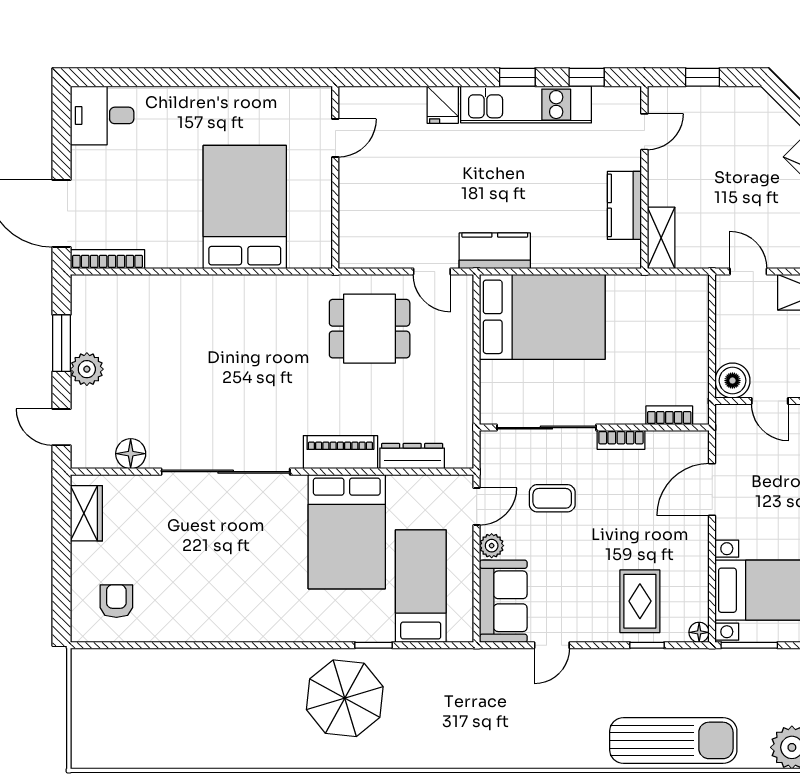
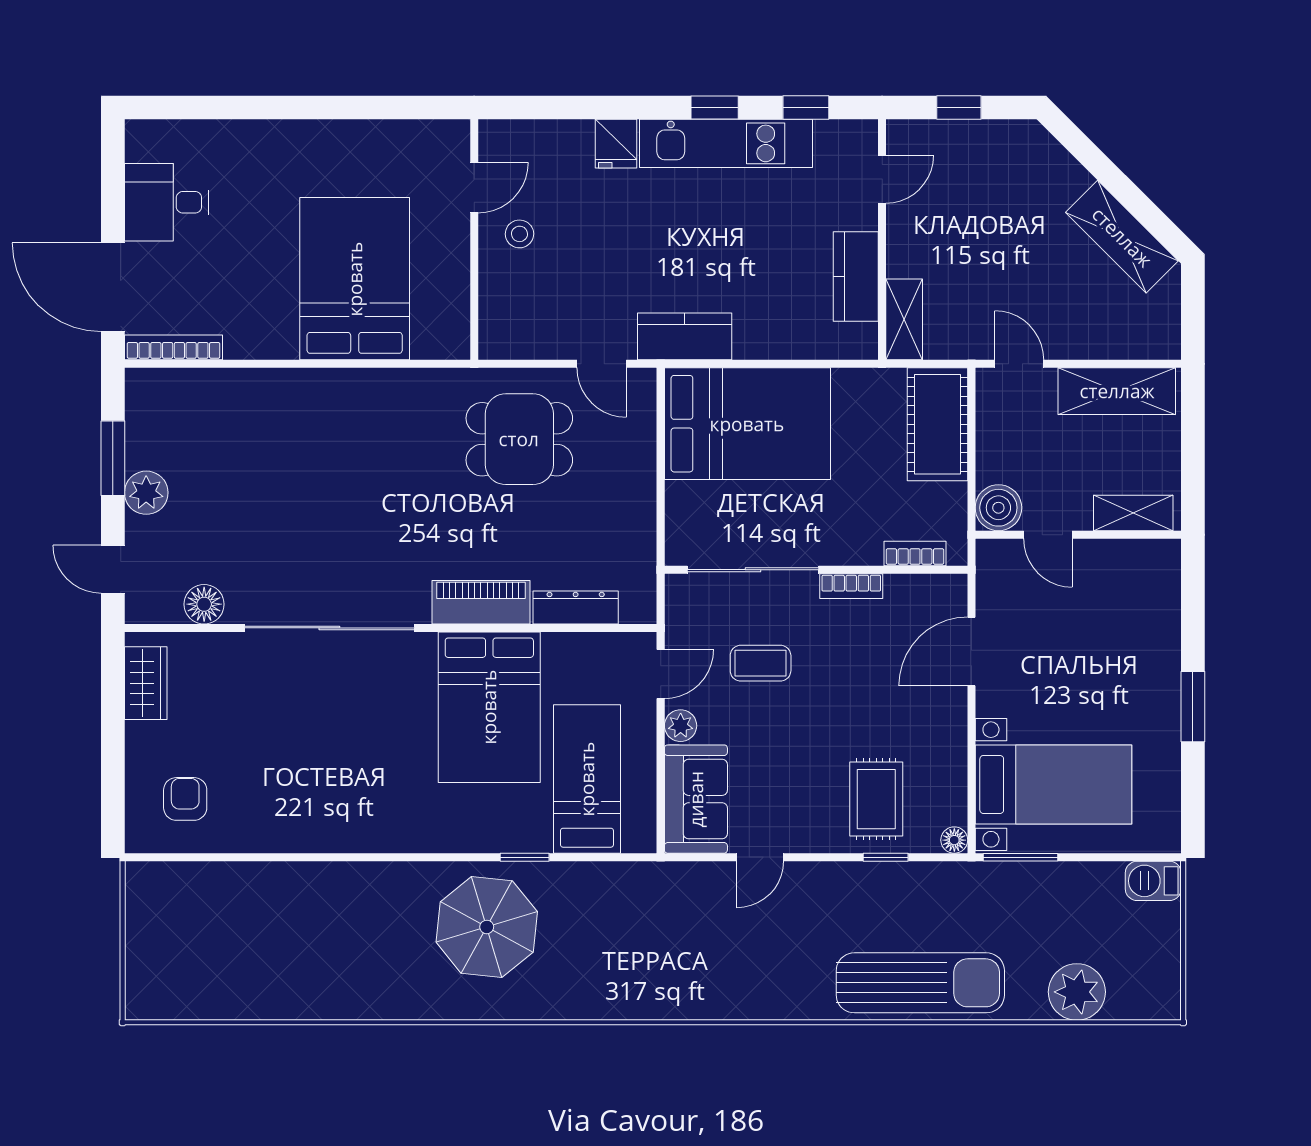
desk: (102, 115) -> (166, 202), moved
stool: (370, 173) -> (519, 234), added
cot: (686, 317) -> (937, 424), added

